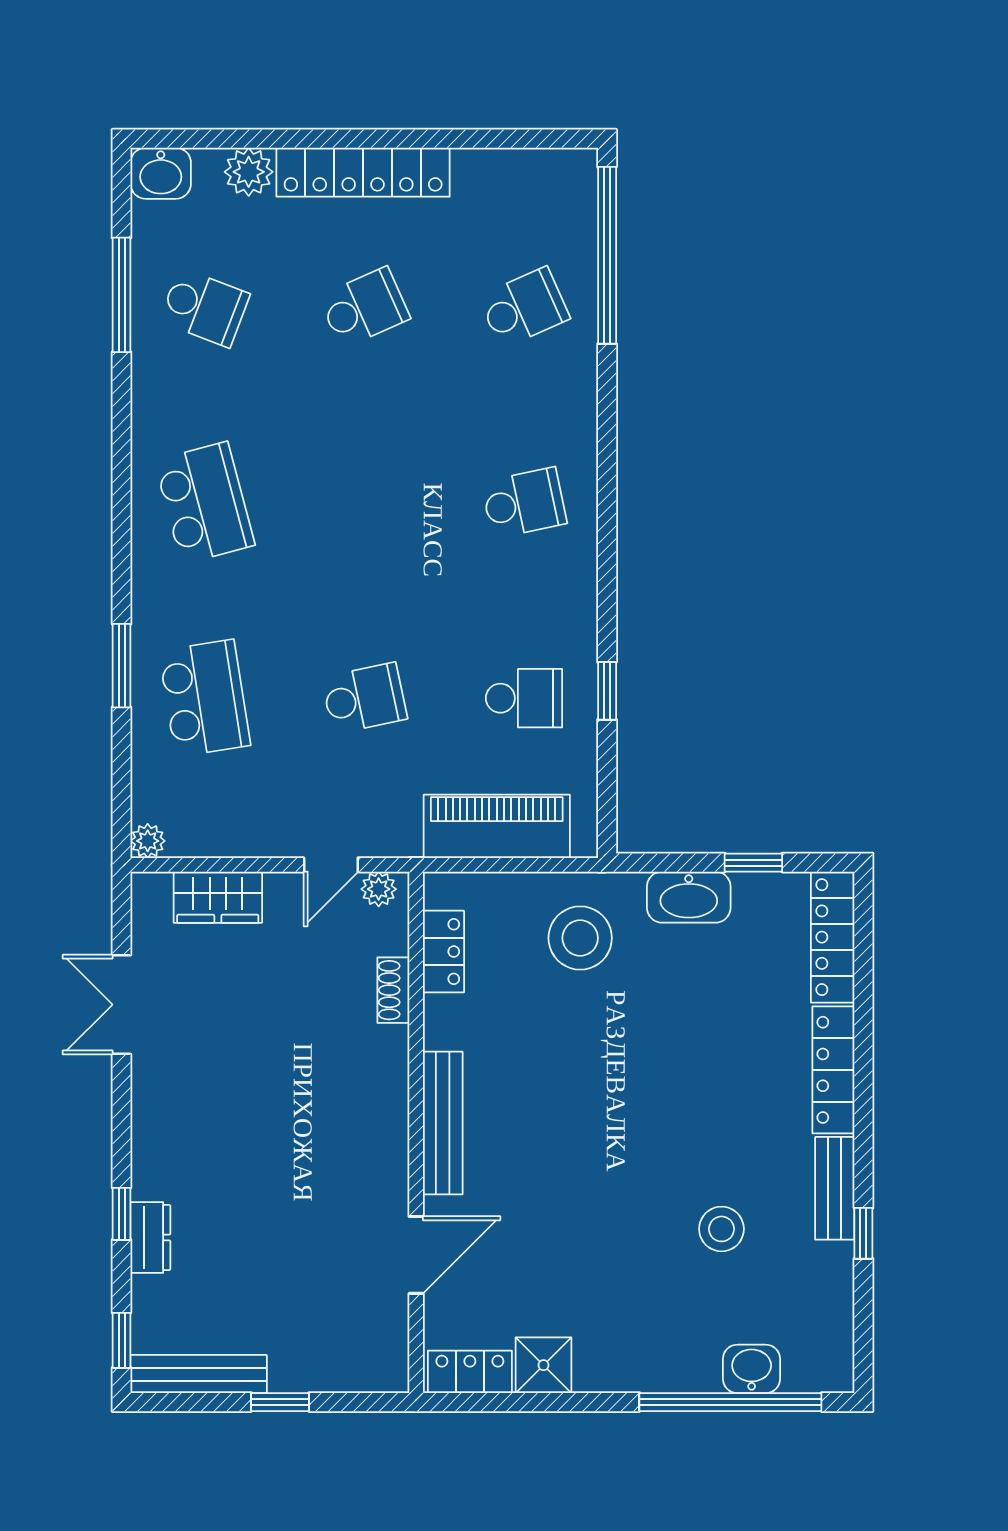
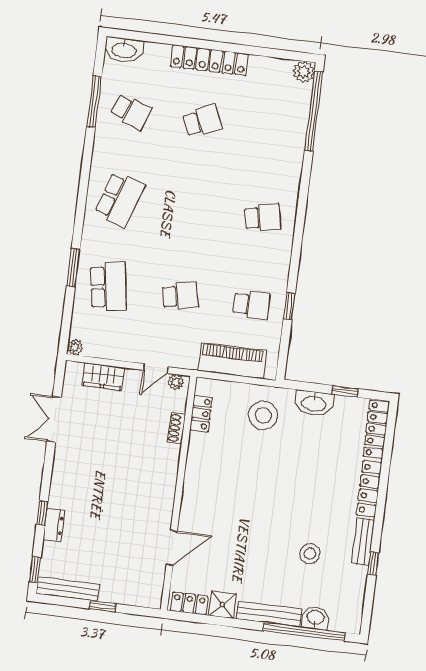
plant: (249, 172) -> (304, 72), moved
washbasin: (161, 173) -> (124, 50), width x1.38
school desk: (524, 308) -> (274, 130), removed
school desk: (205, 503) -> (120, 199), turned 33
bench: (443, 1123) -> (269, 614), moved, turned 90

